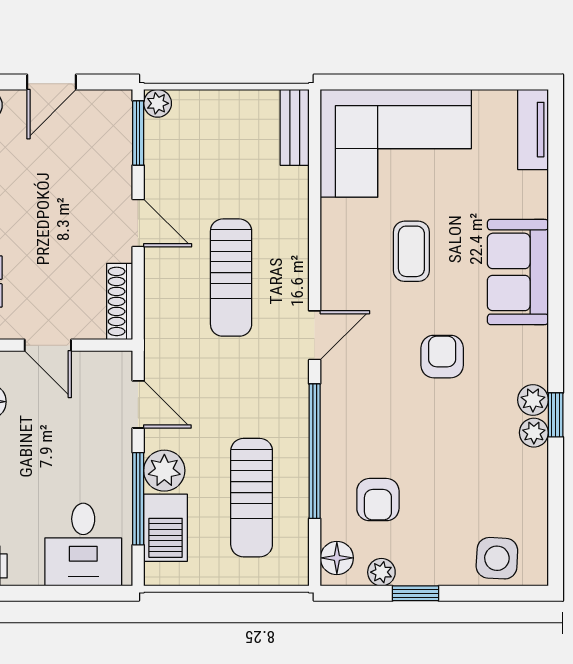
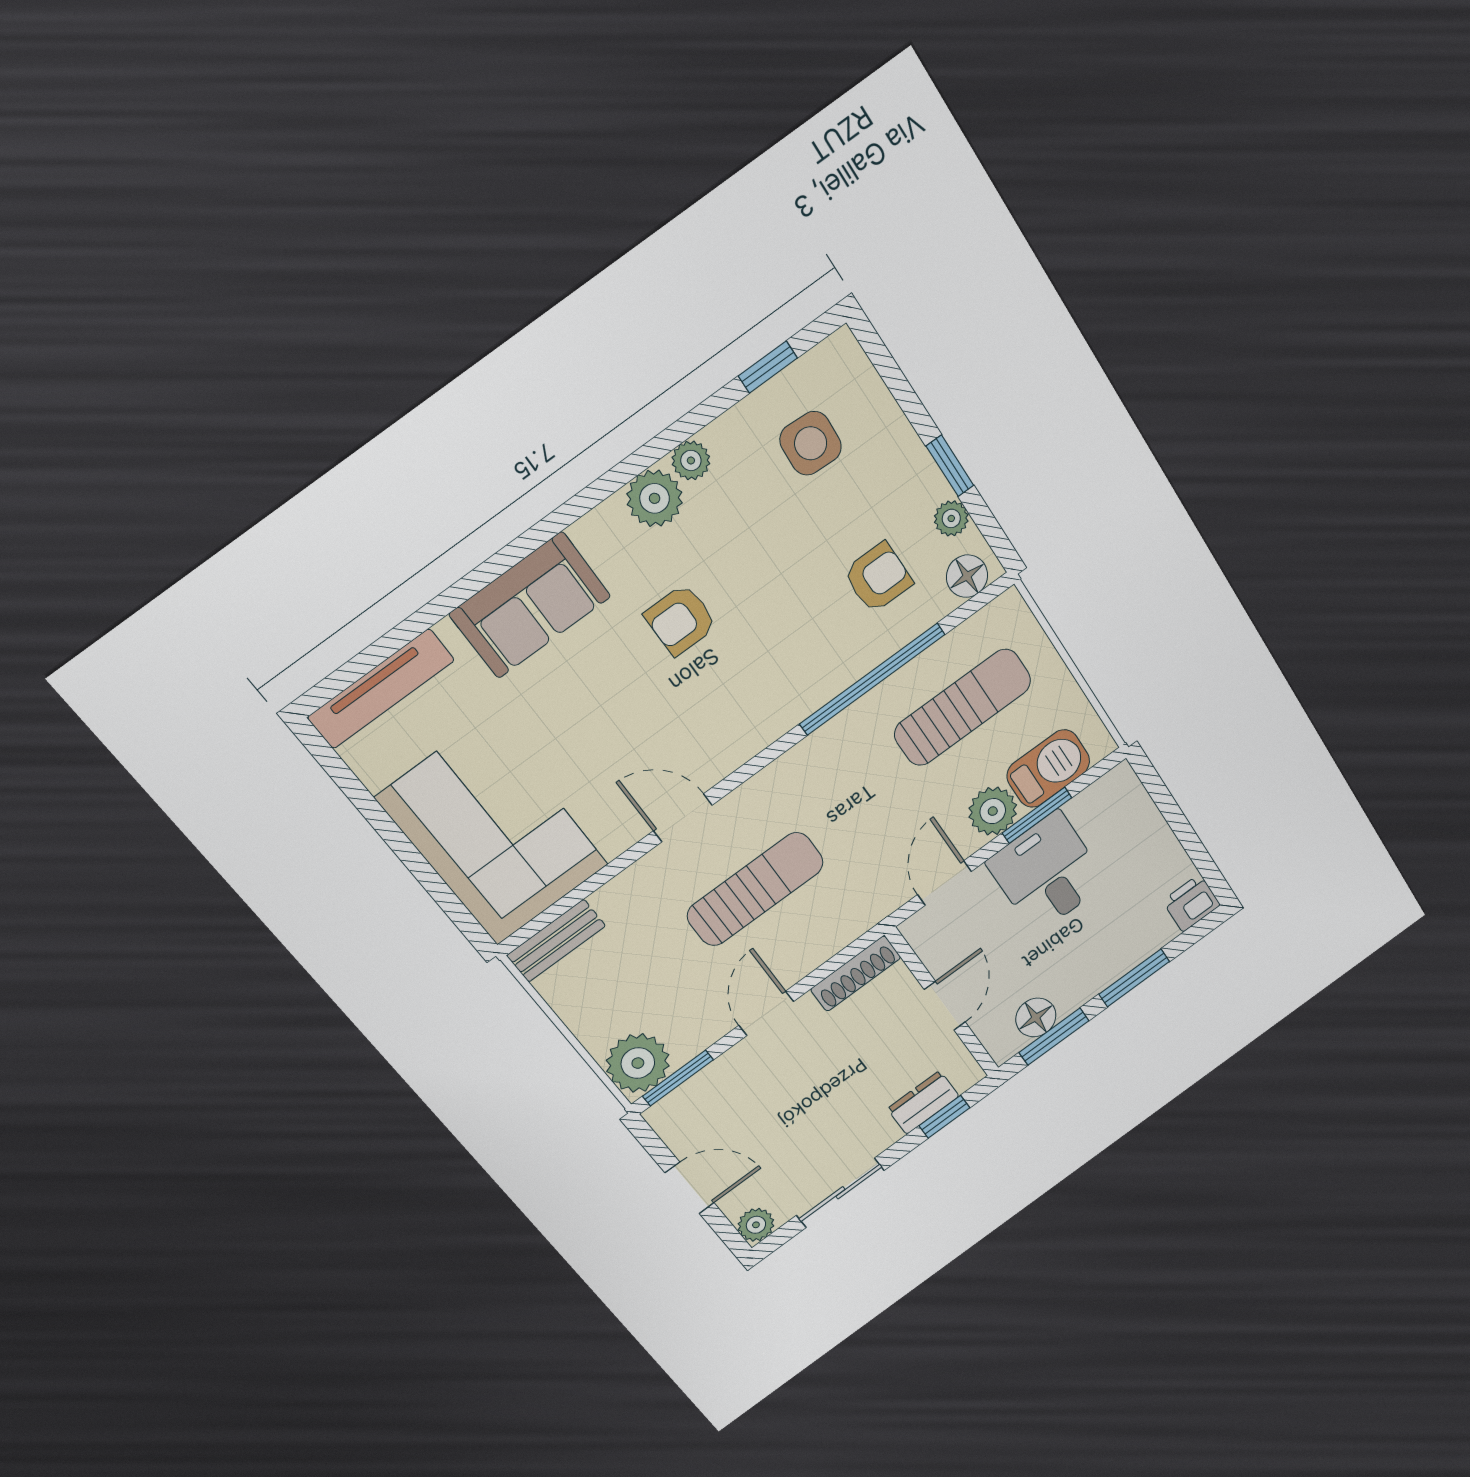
plant: (158, 103) -> (638, 1063), width x1.88, depth x1.88
tv unit: (533, 130) -> (381, 689), width x1.41
coffee table: (411, 251) -> (594, 733), removed
door: (315, 335) -> (683, 818), moved
plant: (533, 400) -> (655, 498), width x1.38, depth x1.38
window: (556, 415) -> (768, 367), moved
window: (138, 499) -> (1037, 815), width x0.69
desk: (83, 545) -> (1047, 873), moved, turned -90
side table: (497, 558) -> (811, 443), moved

